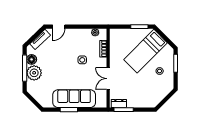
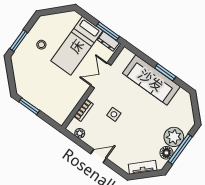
door: (59, 27) -> (98, 156), moved
bed: (146, 51) -> (77, 46), moved, turned 135
double door: (108, 79) -> (101, 75), swing flipped

